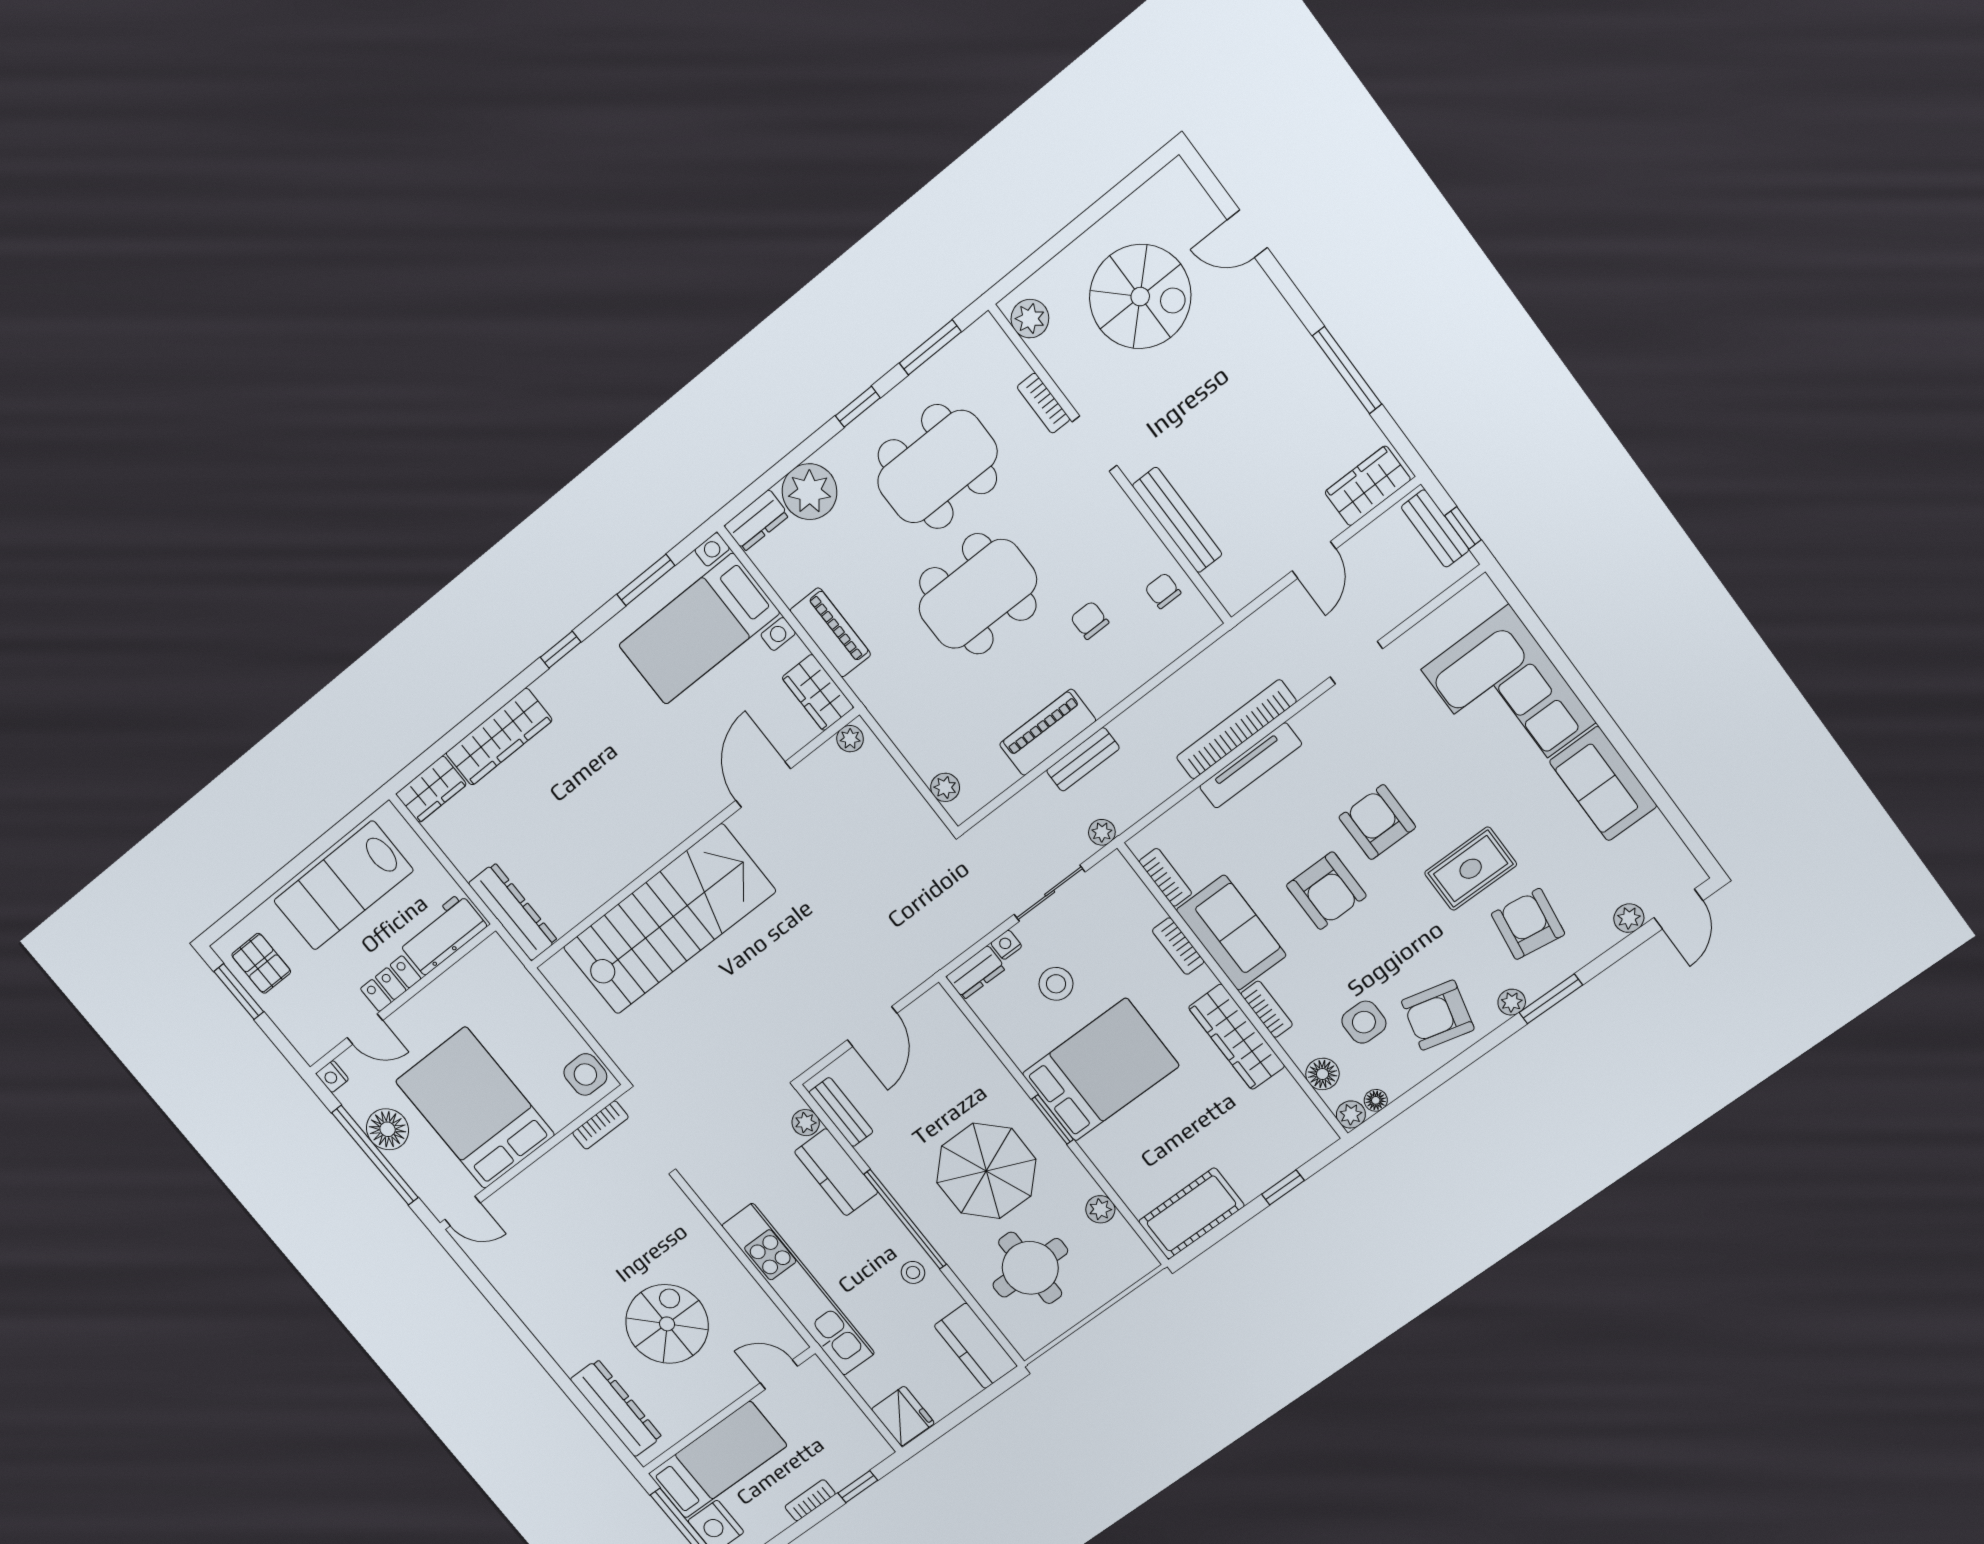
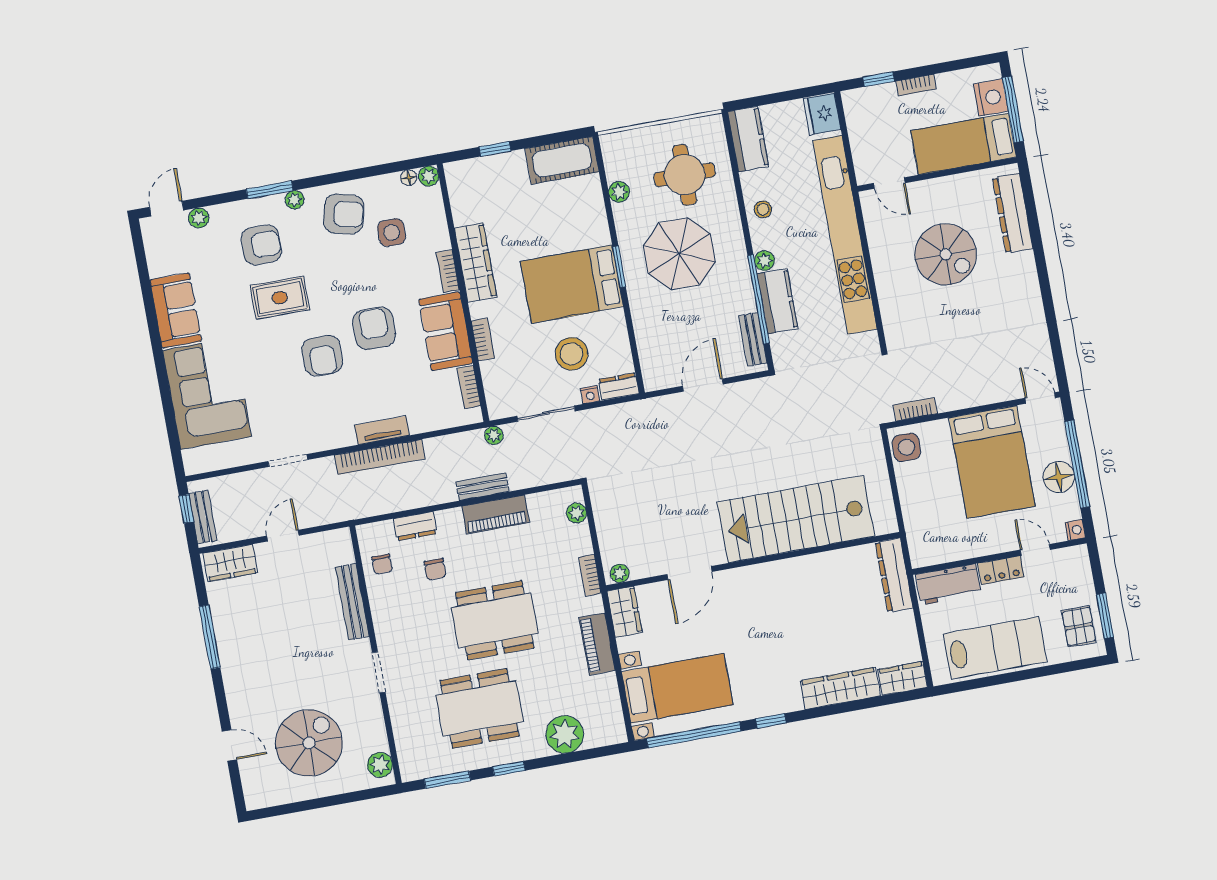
spiral stairs: (1140, 297) -> (309, 743), turned 90
bookcase: (1044, 403) -> (590, 575), moved, turned 180
dresser: (757, 521) -> (415, 526), moved, turned 180
window: (646, 580) -> (694, 735), width x2.11
tv unit: (1251, 765) -> (382, 430), width x0.71
armchair: (1528, 924) -> (261, 245), turned -98
stool: (1056, 984) -> (572, 354), width x1.38, depth x1.38
floor lamp: (1322, 1074) -> (434, 212), removed
plant: (806, 1123) -> (764, 261), moved
window: (905, 1219) -> (759, 299), moved
kitchen unit: (798, 1290) -> (845, 235), width x1.36
spiral stairs: (667, 1324) -> (946, 254), turned -90

